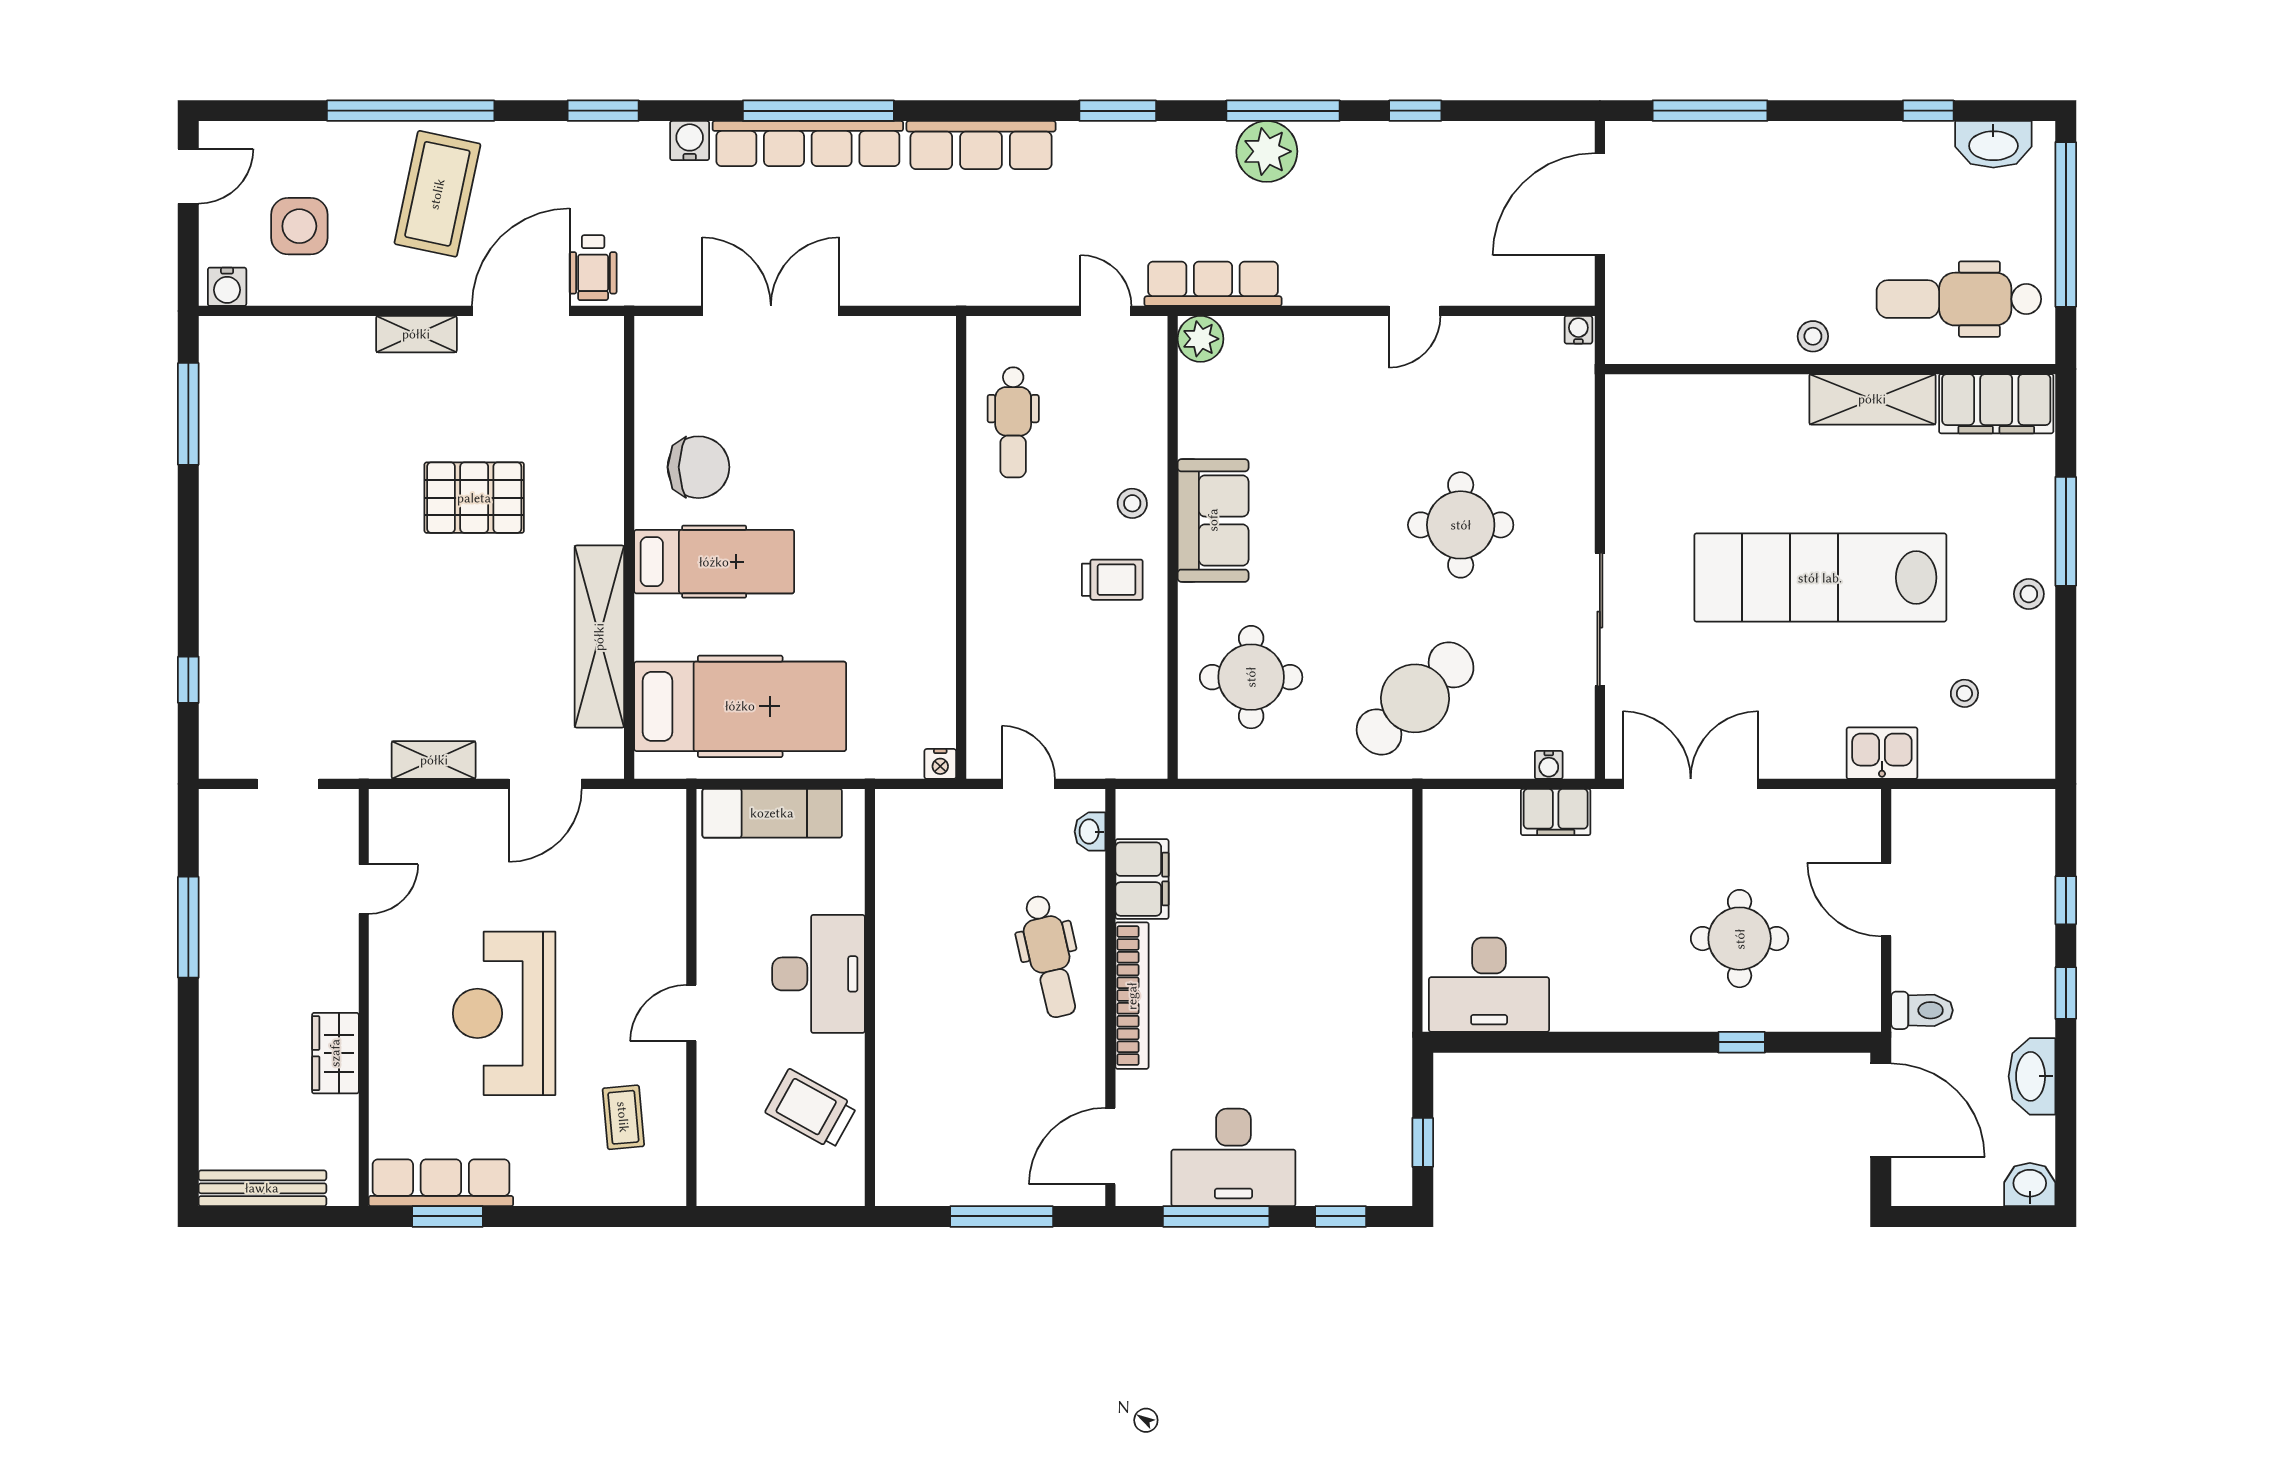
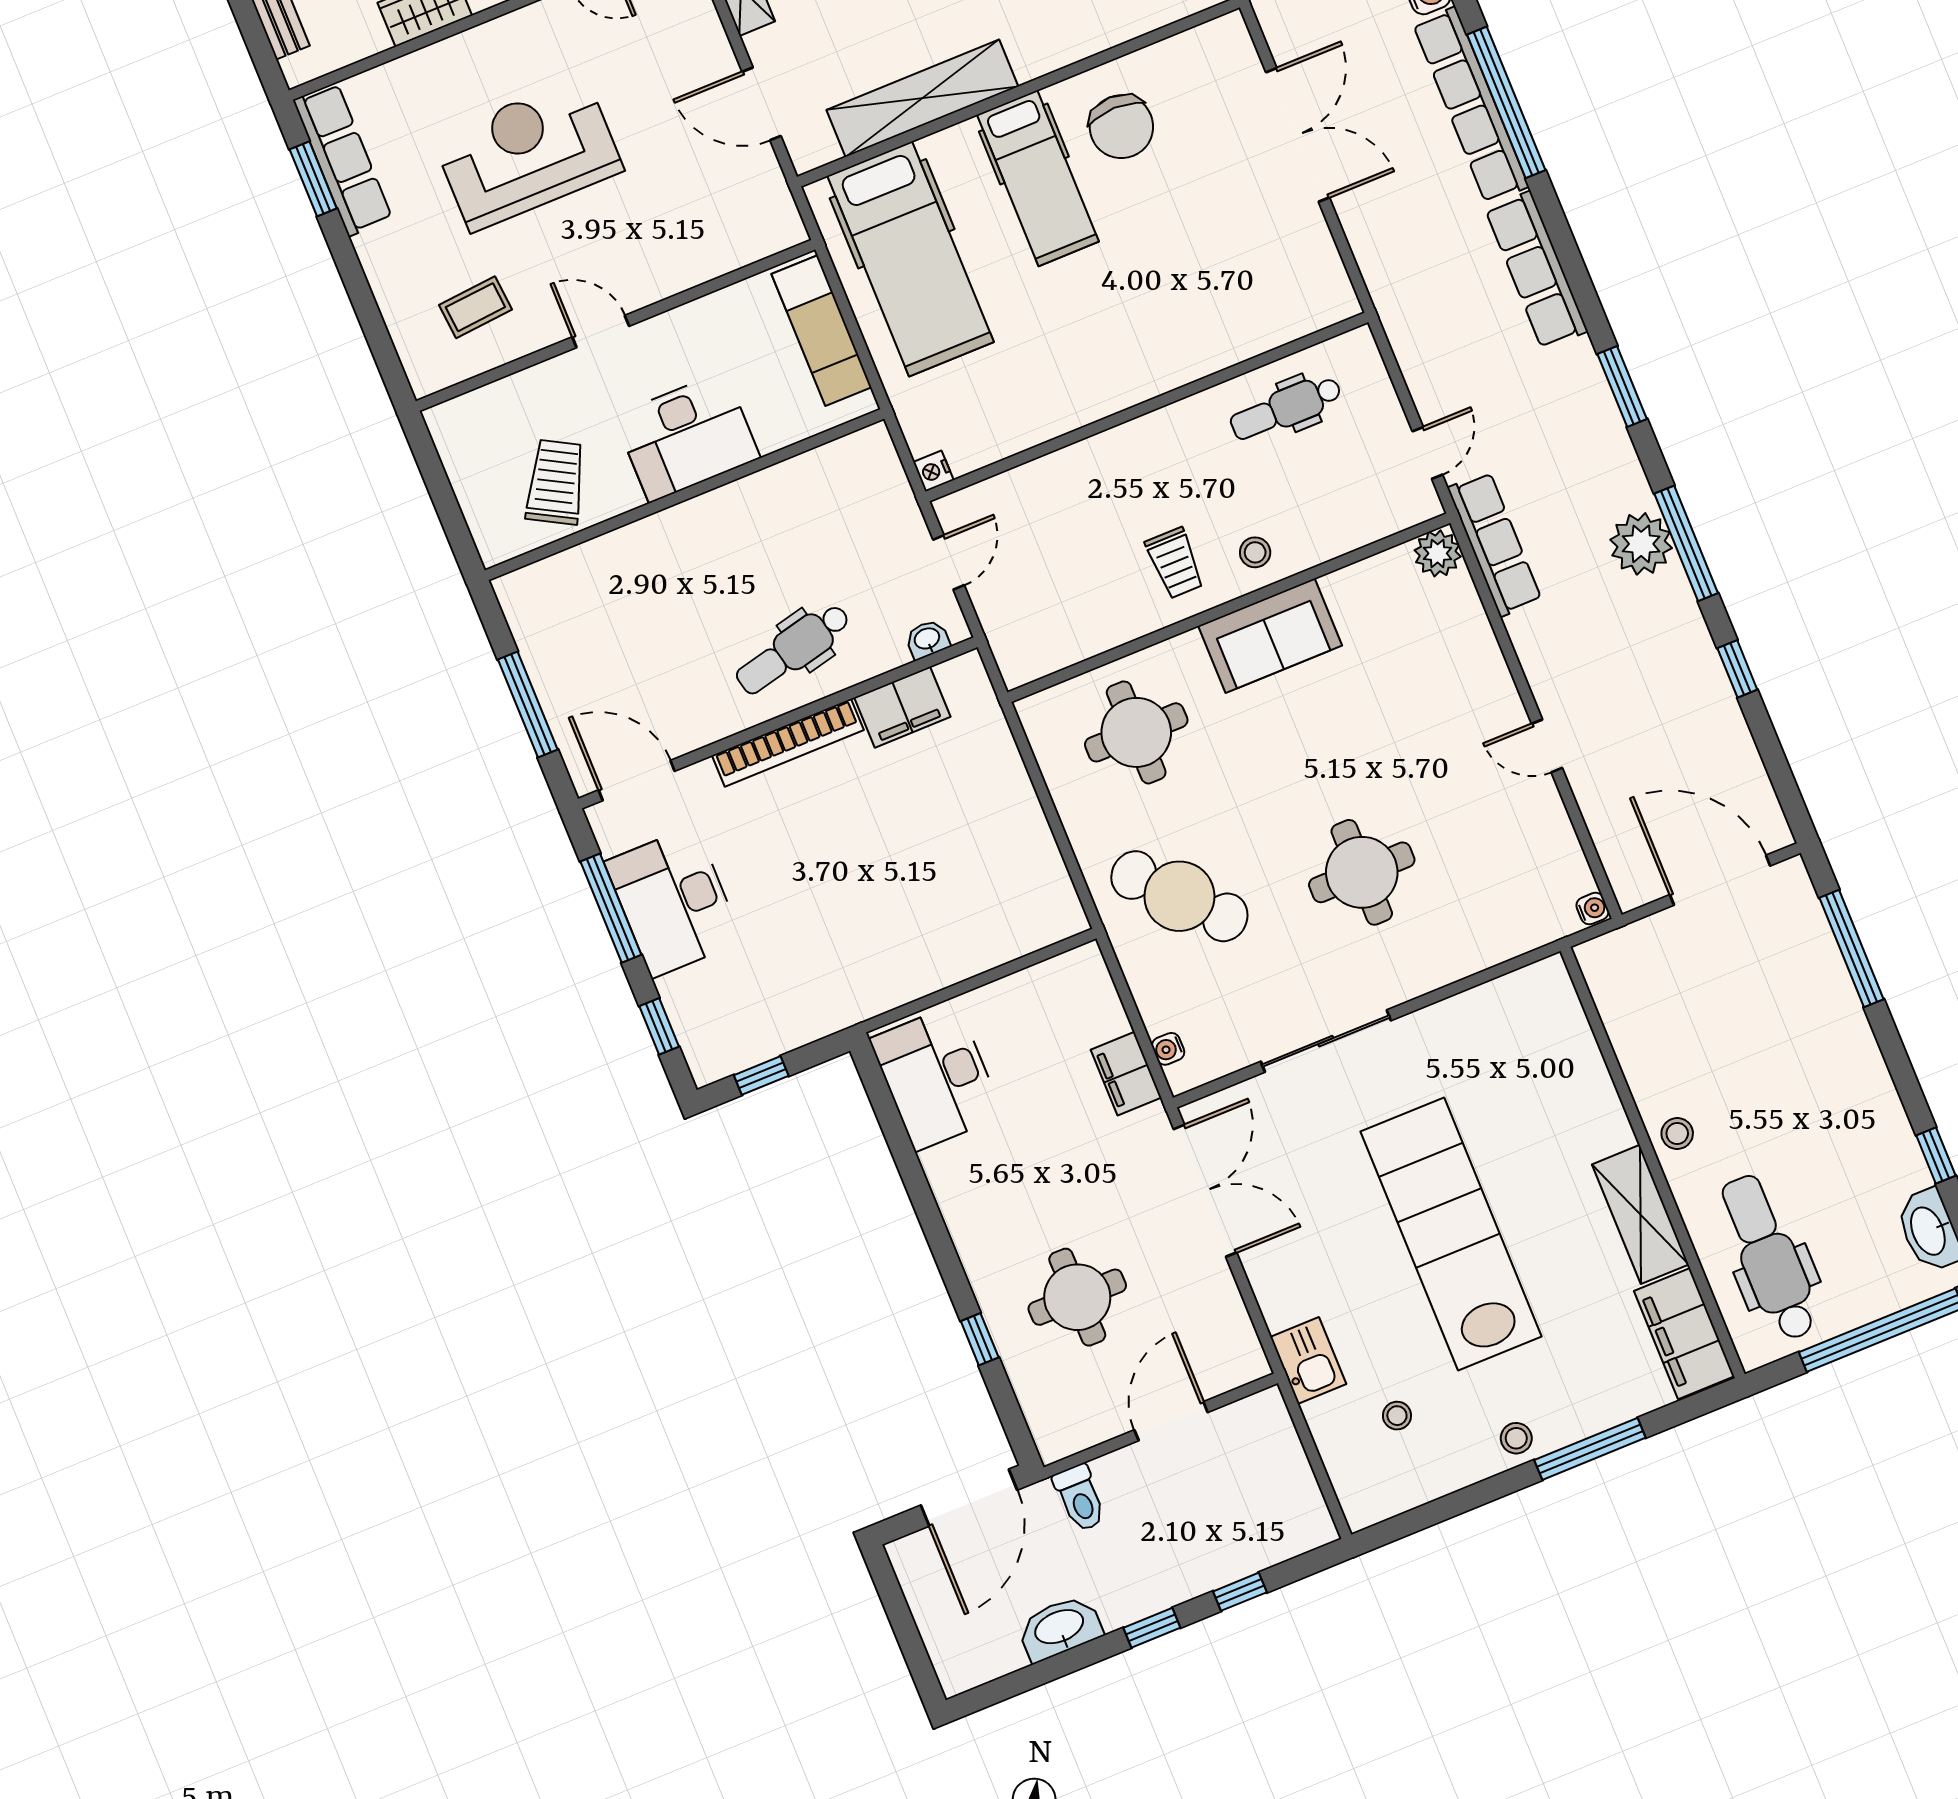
washbasin: (2030, 1185) -> (956, 1668), removed

